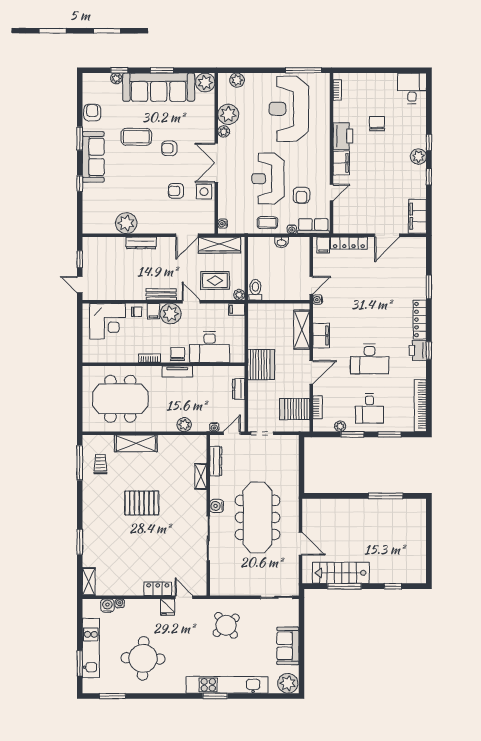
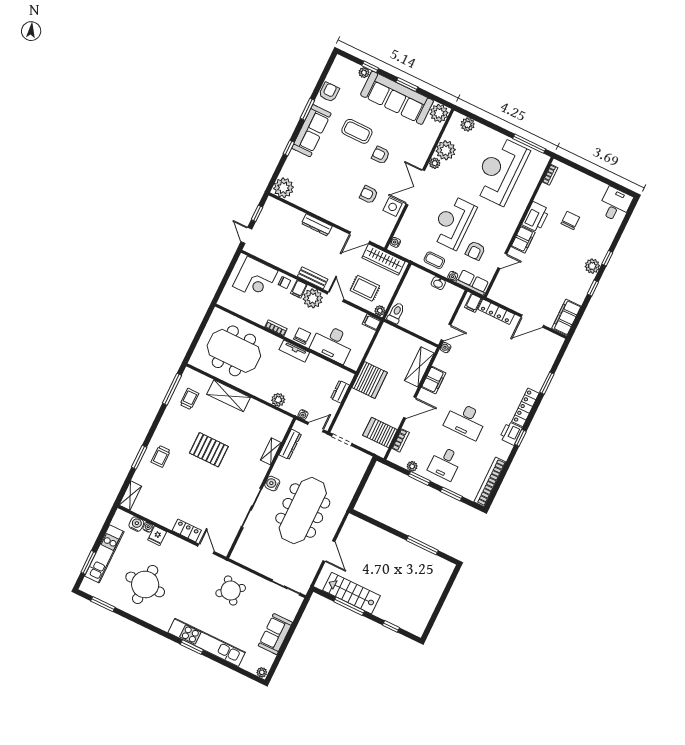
plant: (126, 223) -> (284, 188), moved
trolley: (100, 531) -> (161, 456), added
fridge: (168, 607) -> (157, 536), moved
plant: (288, 683) -> (262, 672), width x0.53, depth x0.53

